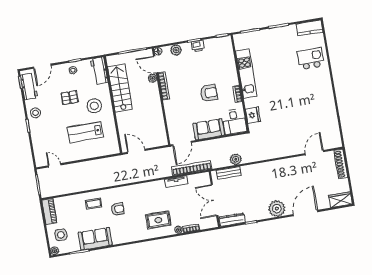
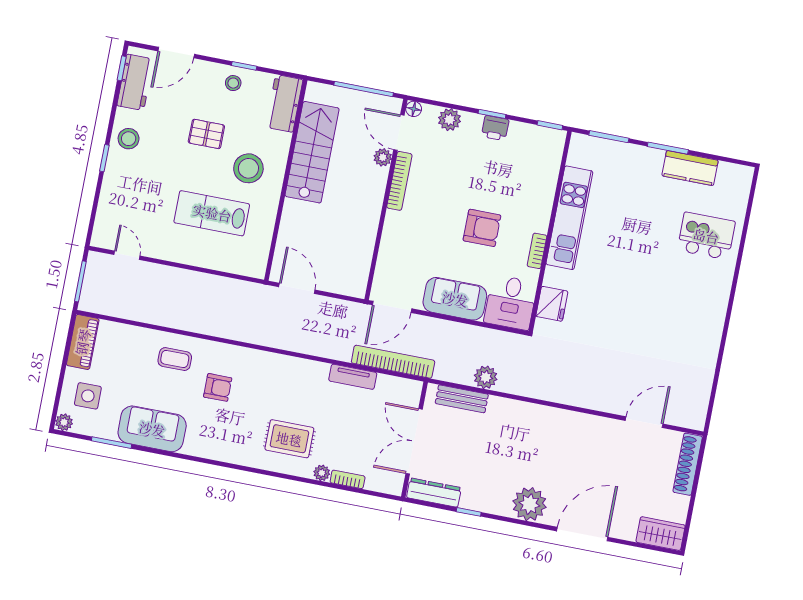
kitchen counter: (309, 28) -> (690, 168), moved

